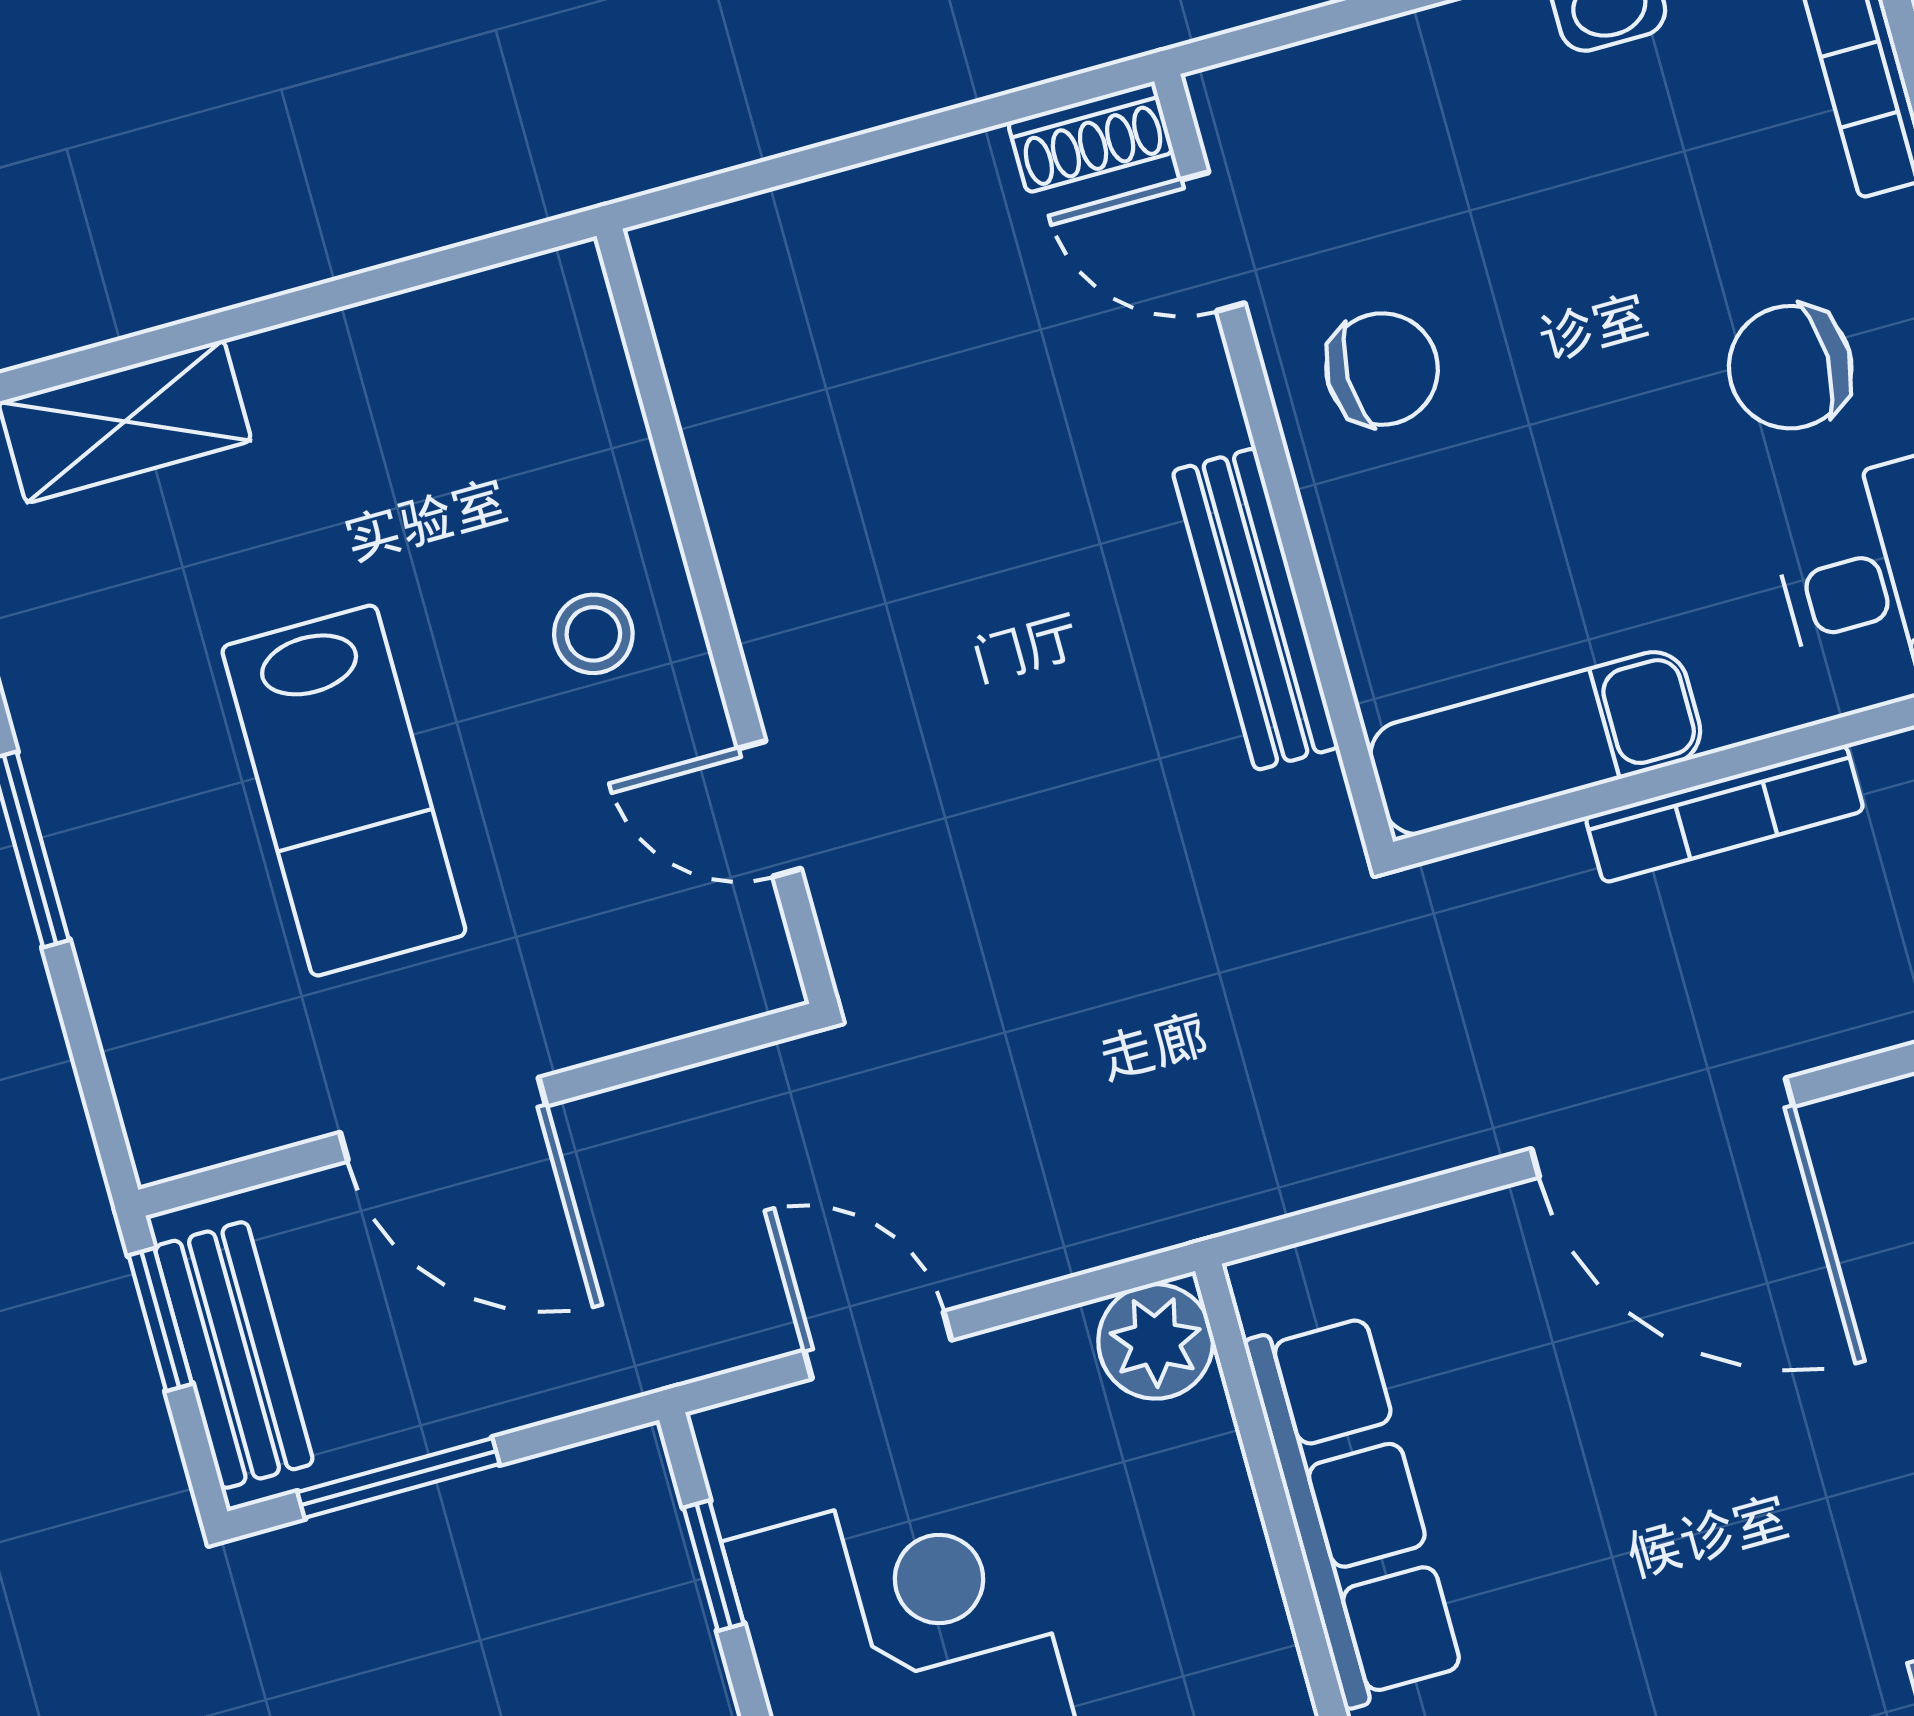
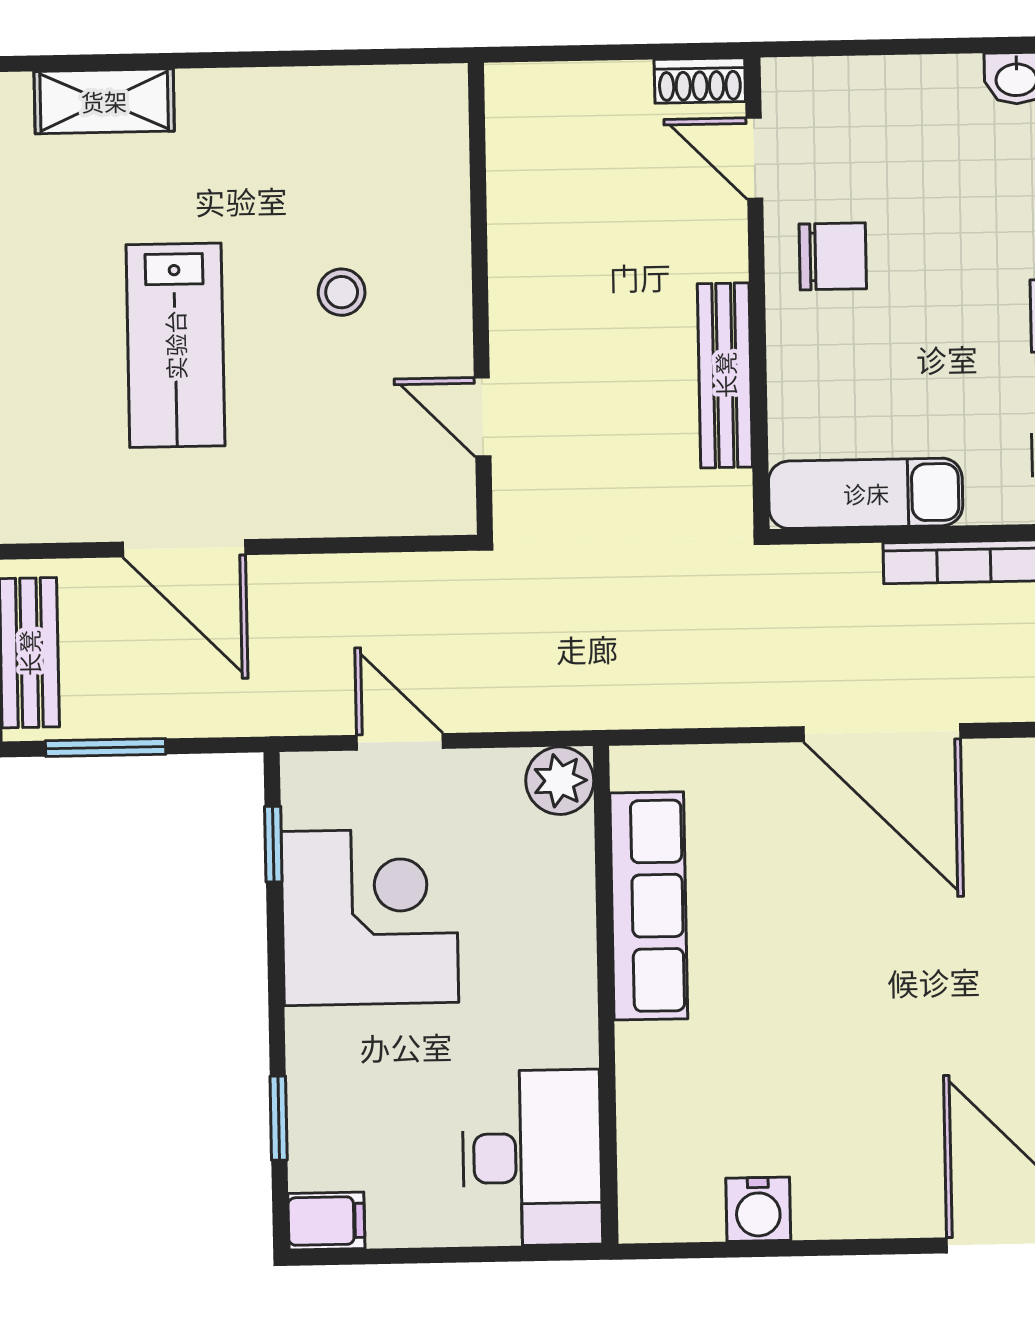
wall: (716, 616) -> (480, 299), moved
door: (769, 809) -> (483, 417), moved

